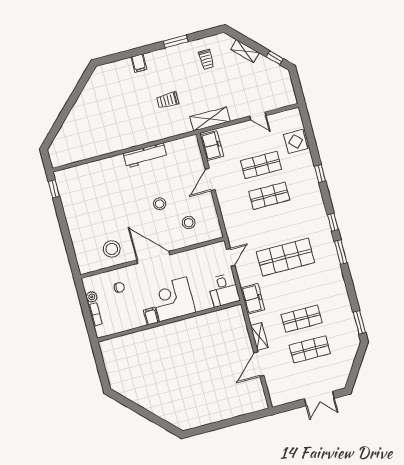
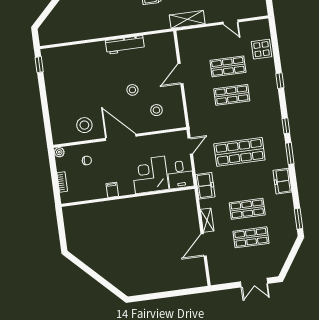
freezer: (212, 146) -> (282, 181), moved, turned 180
plant: (92, 297) -> (59, 152), moved
corner desk: (173, 299) -> (150, 175), moved

